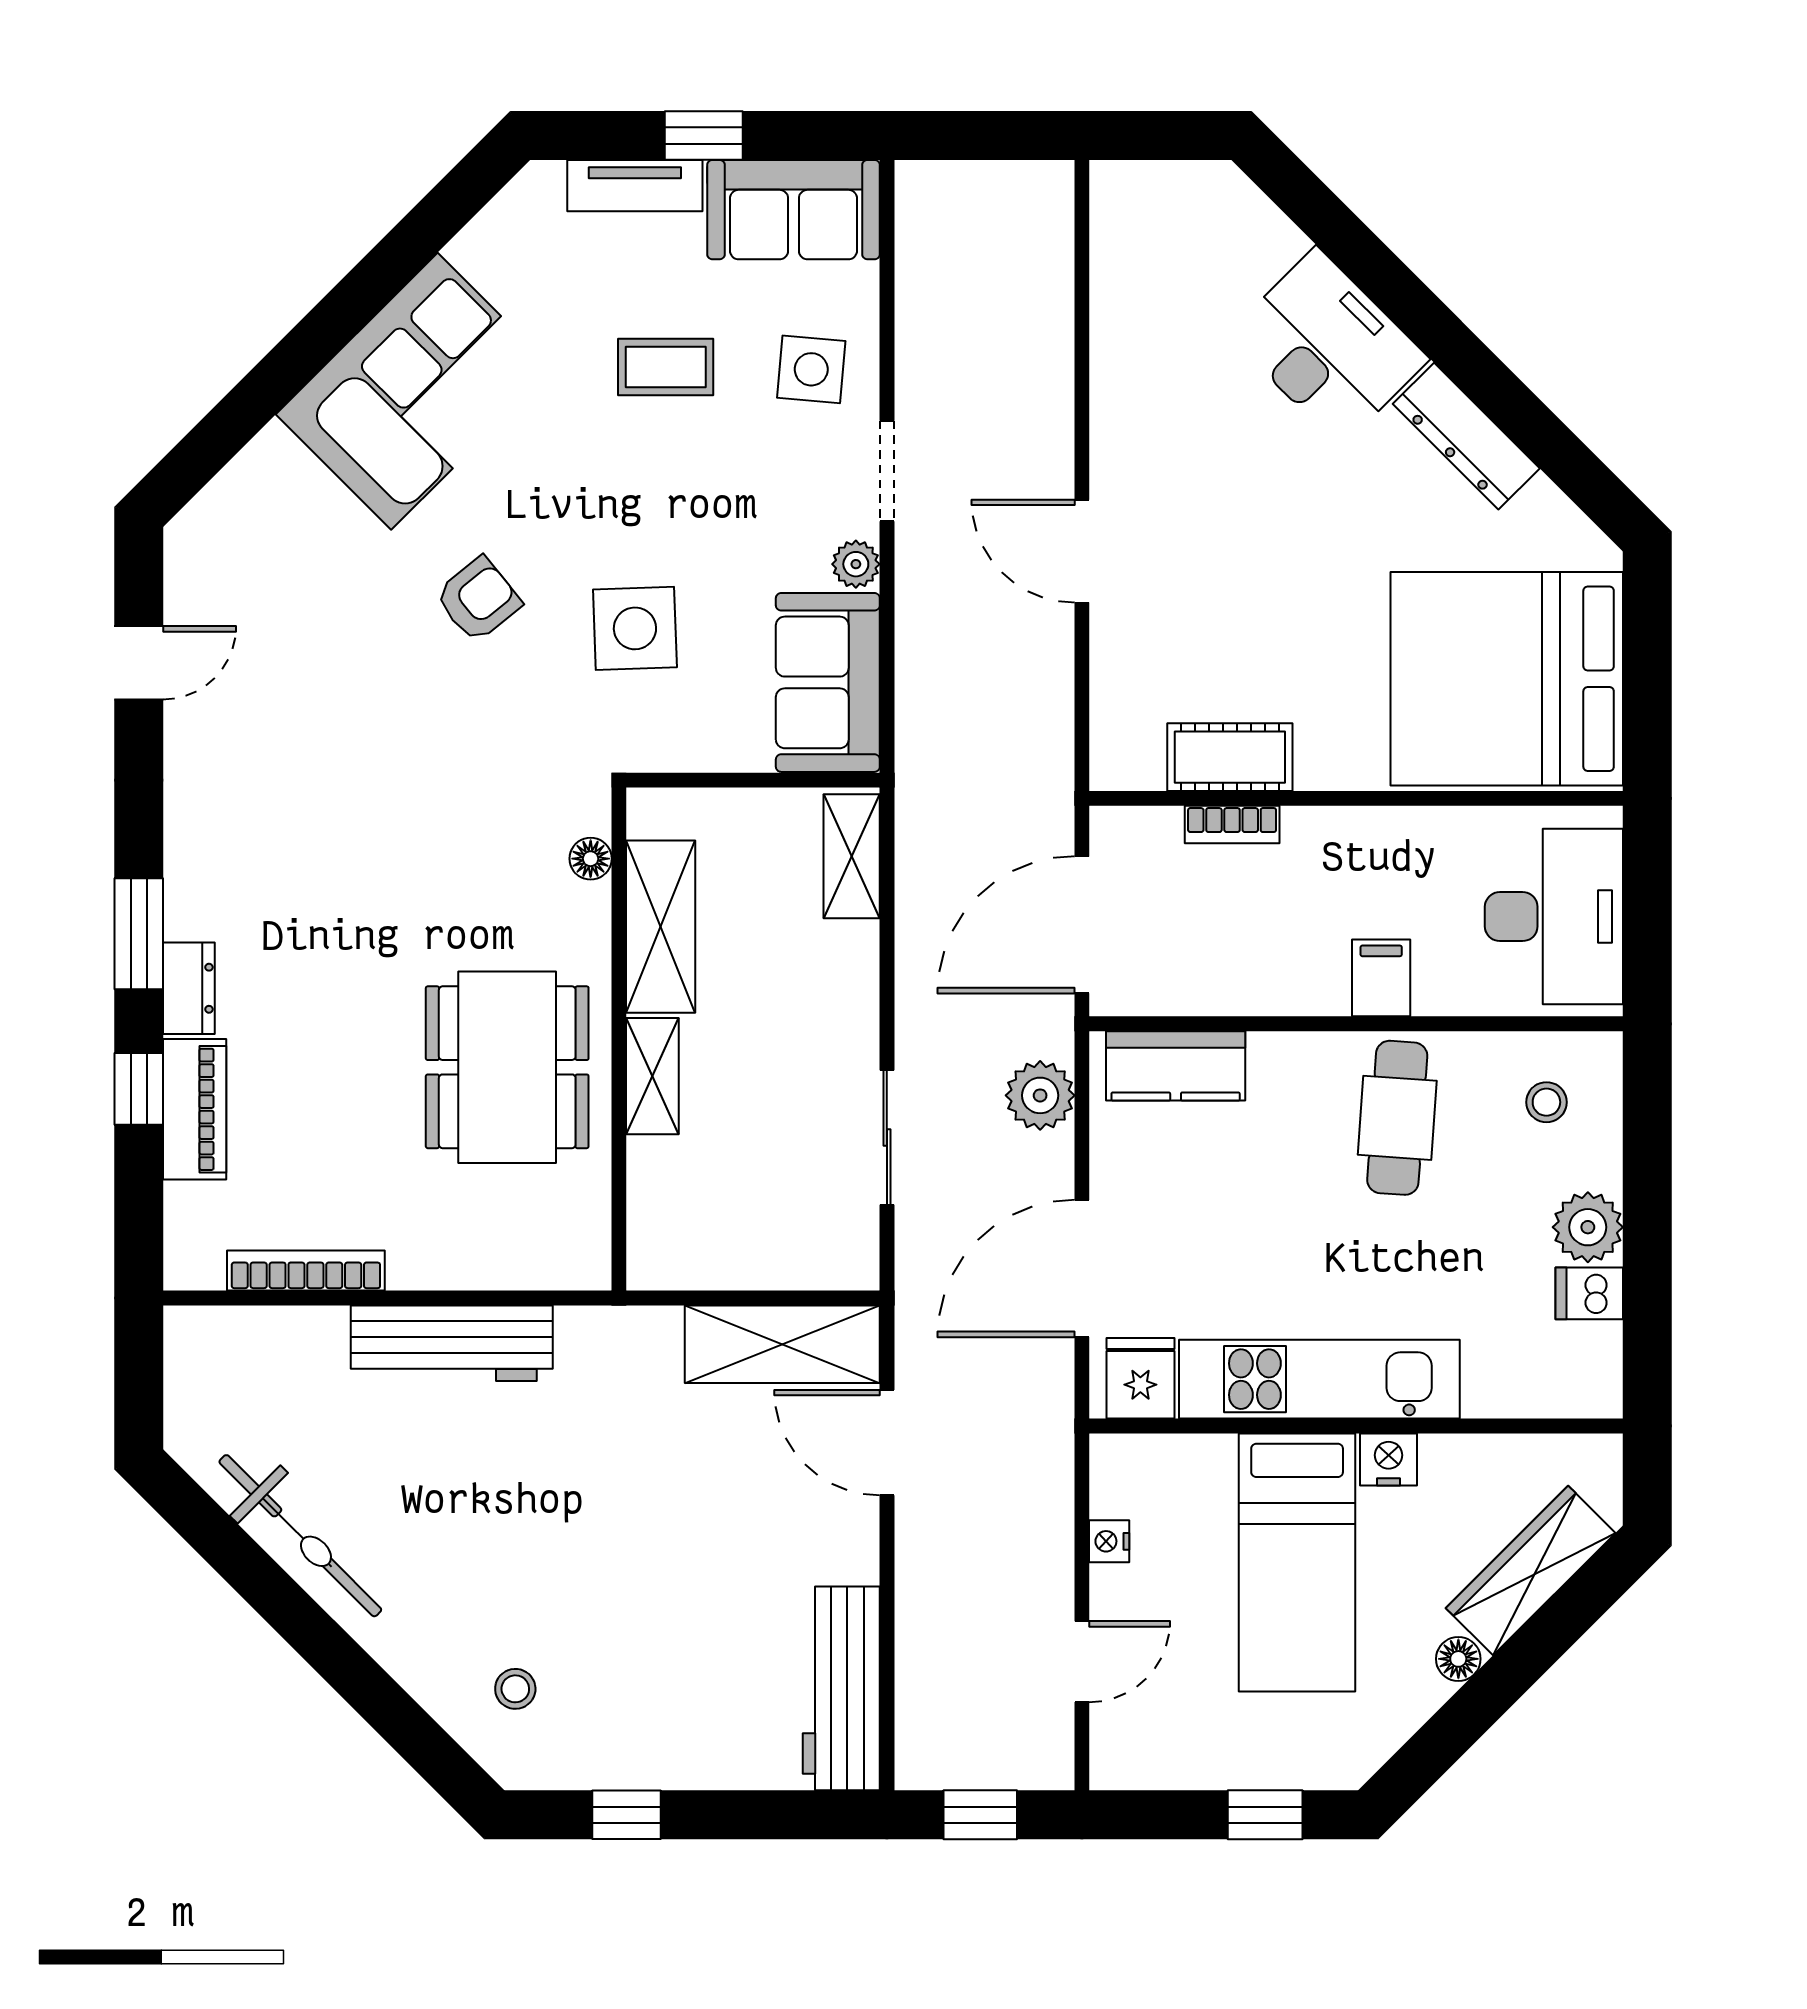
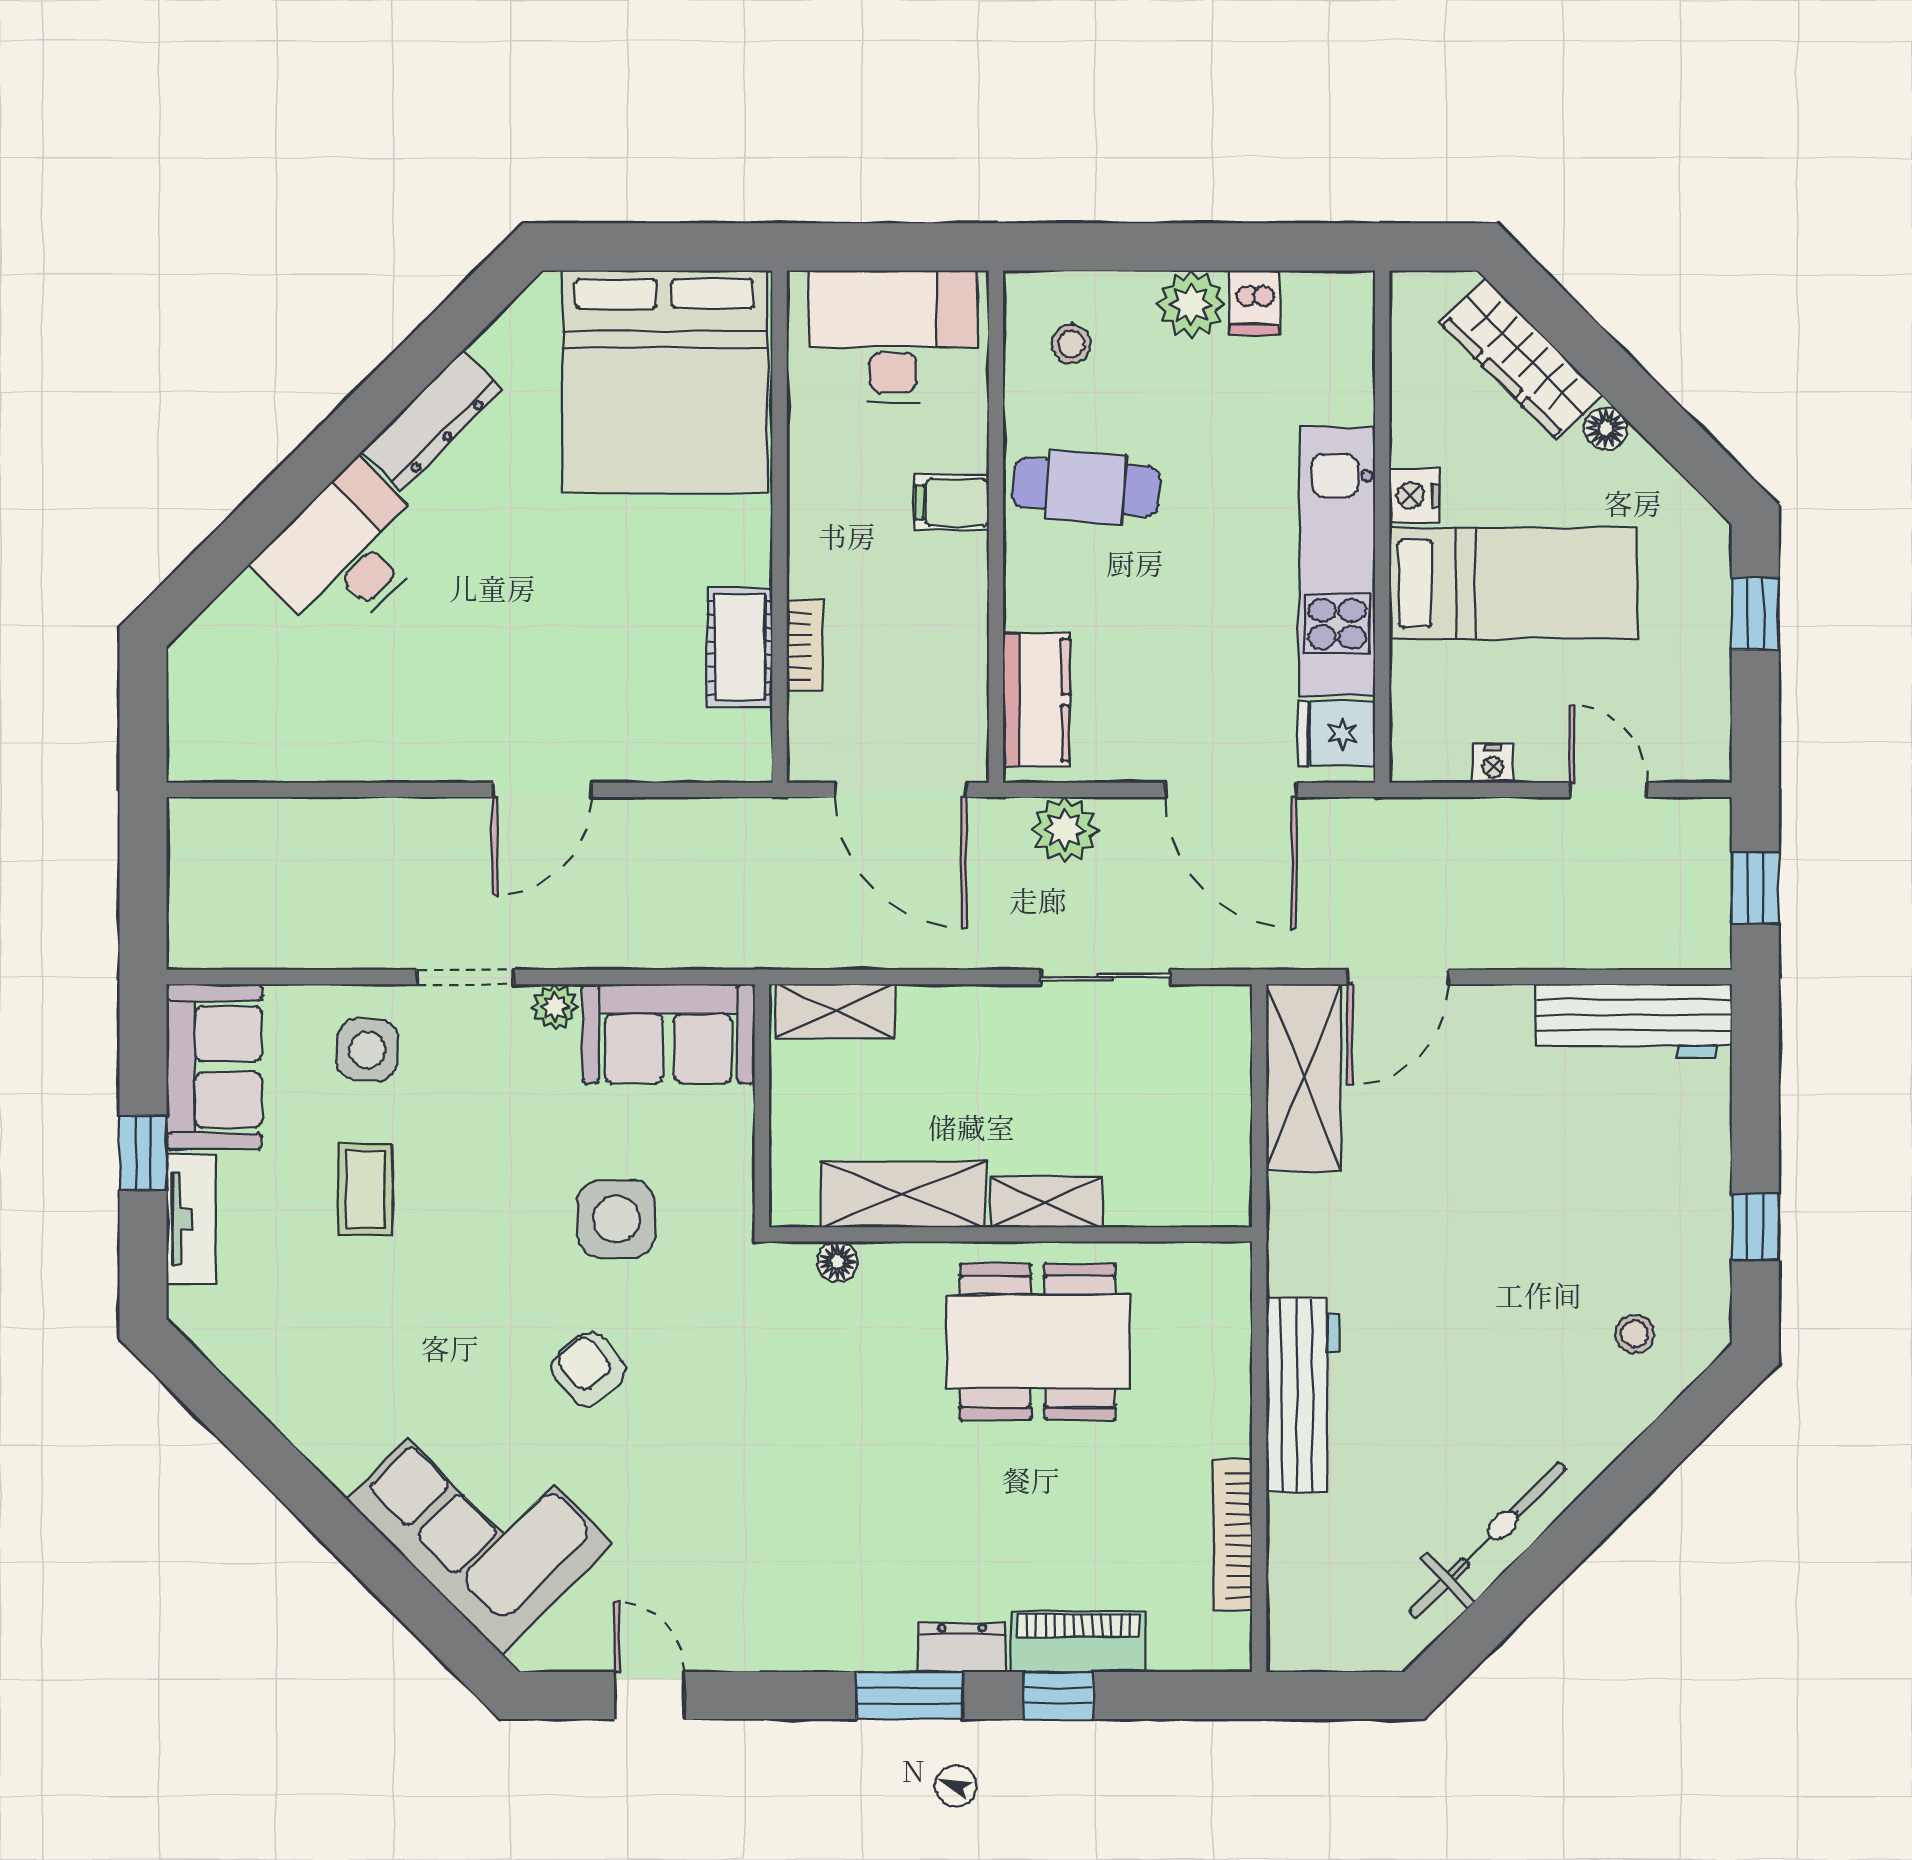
corner sofa: (414, 391) -> (479, 1522), moved

